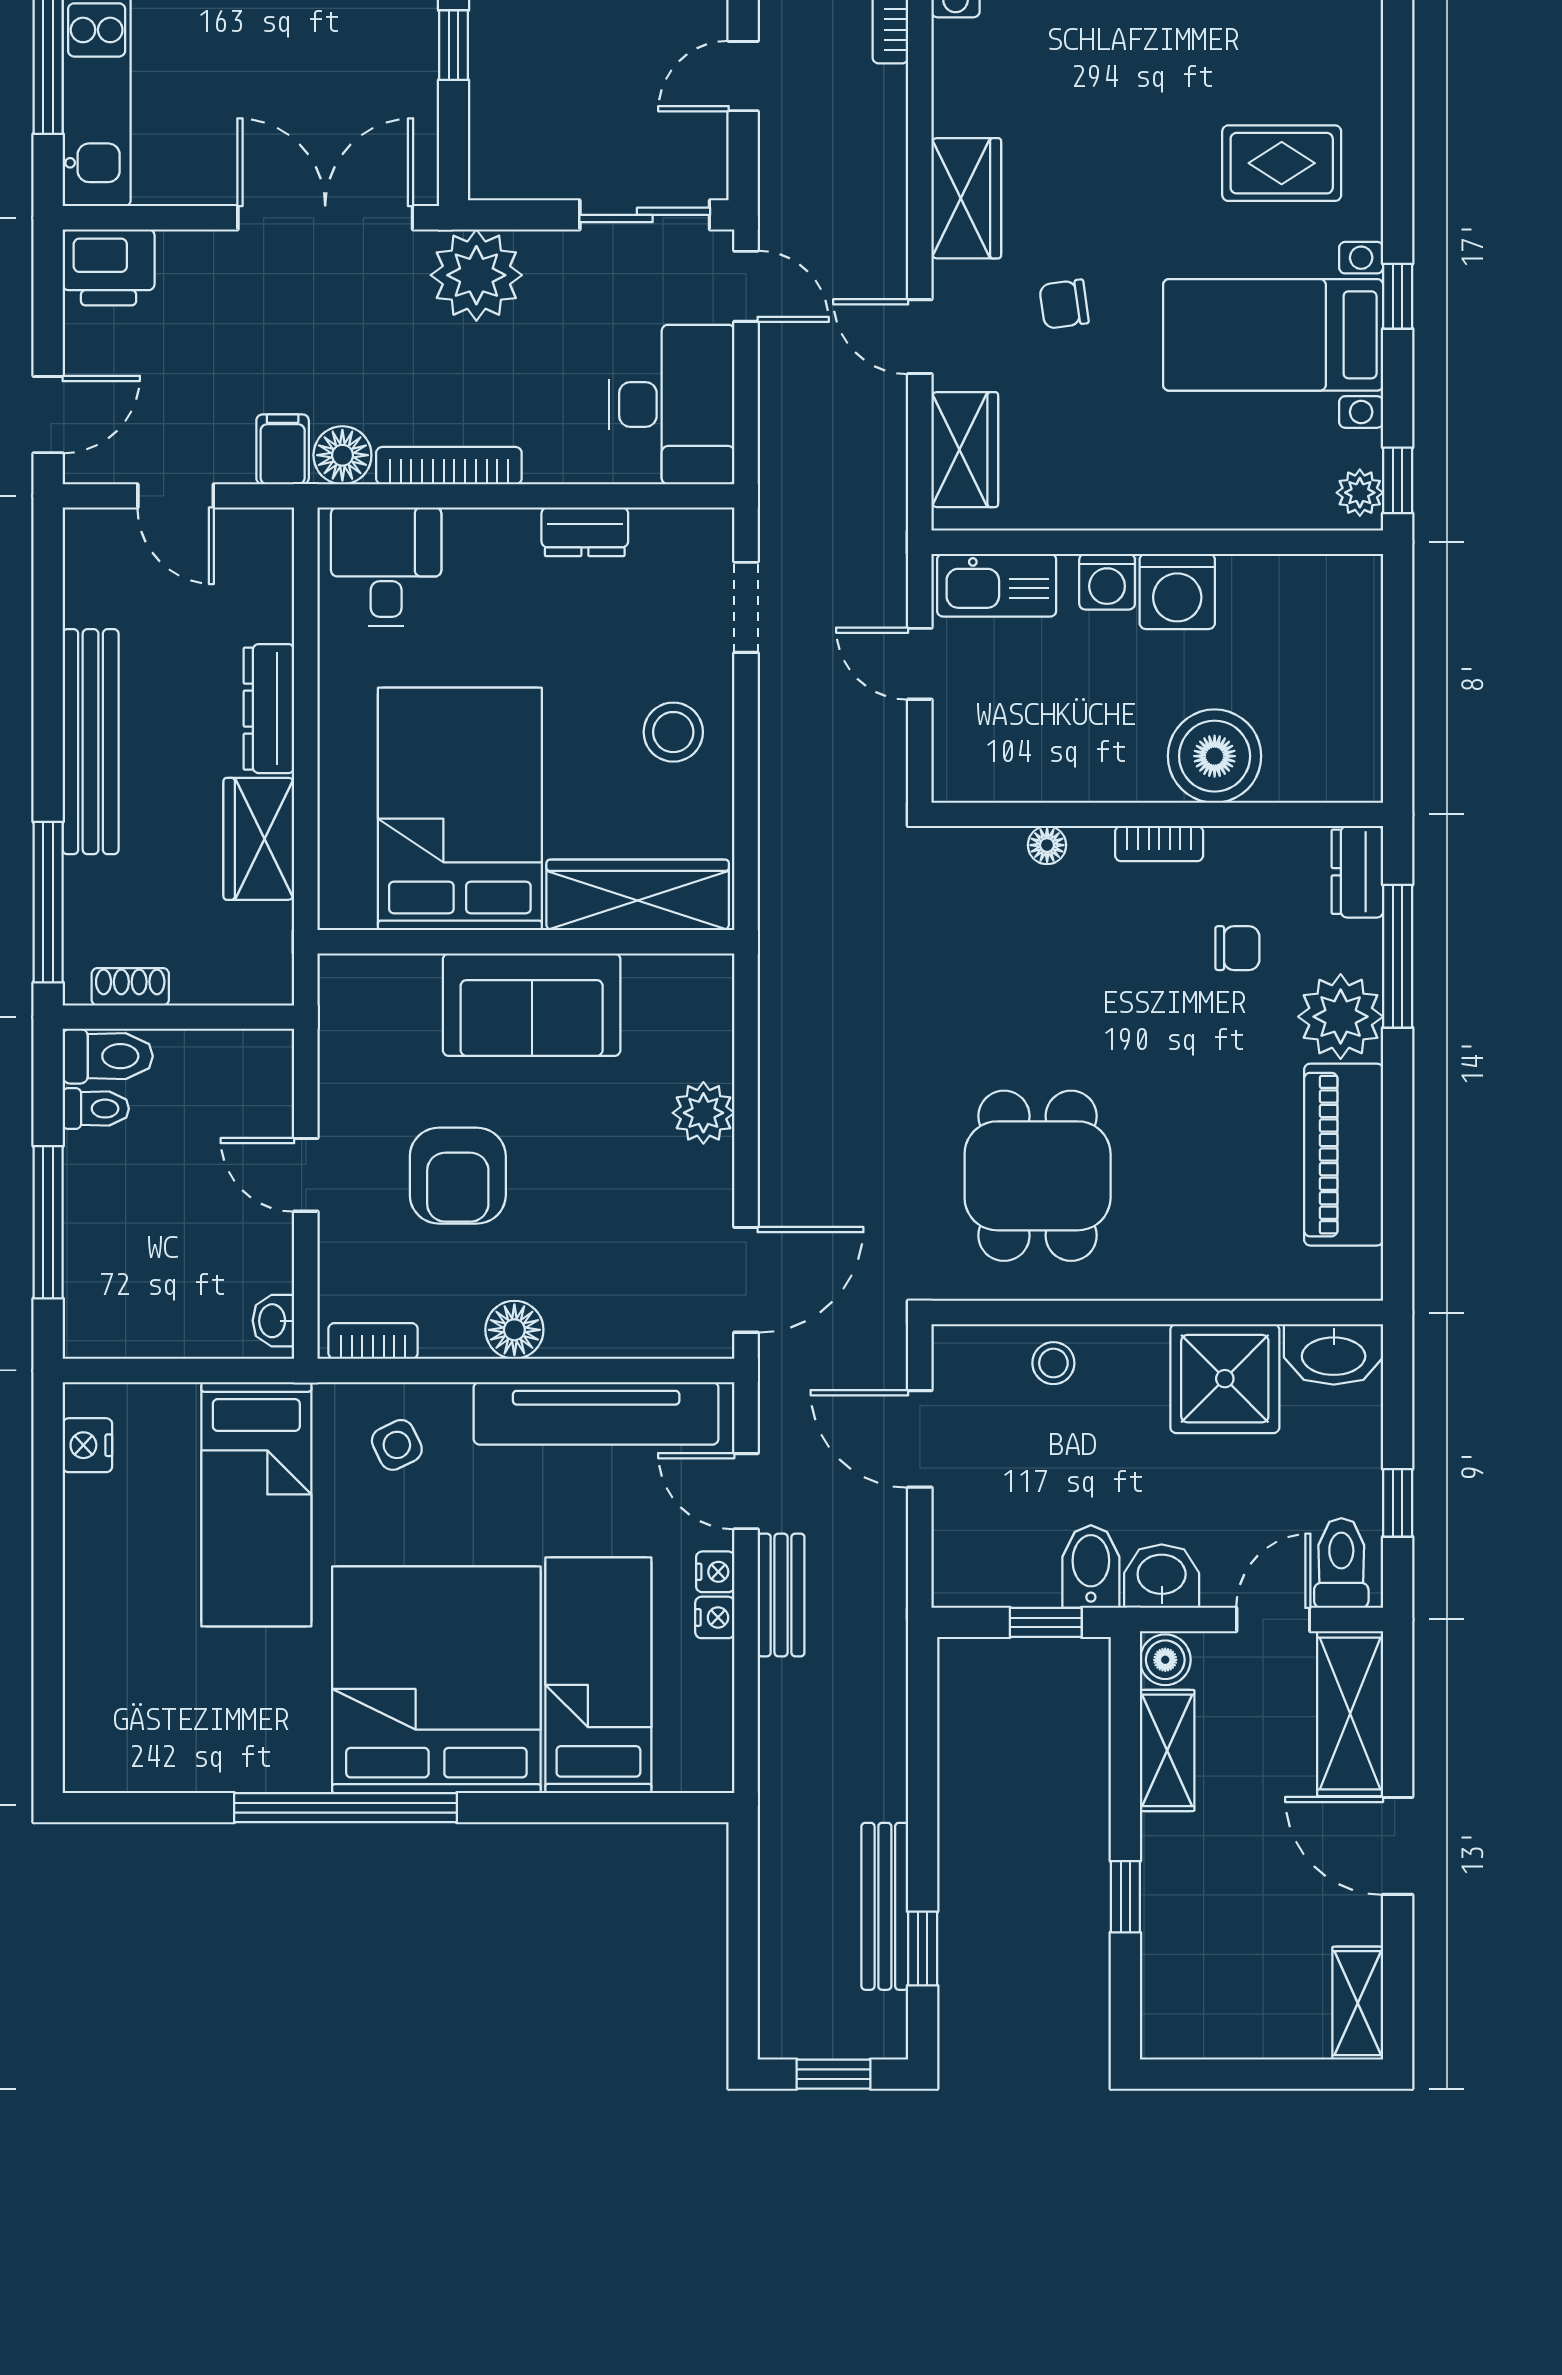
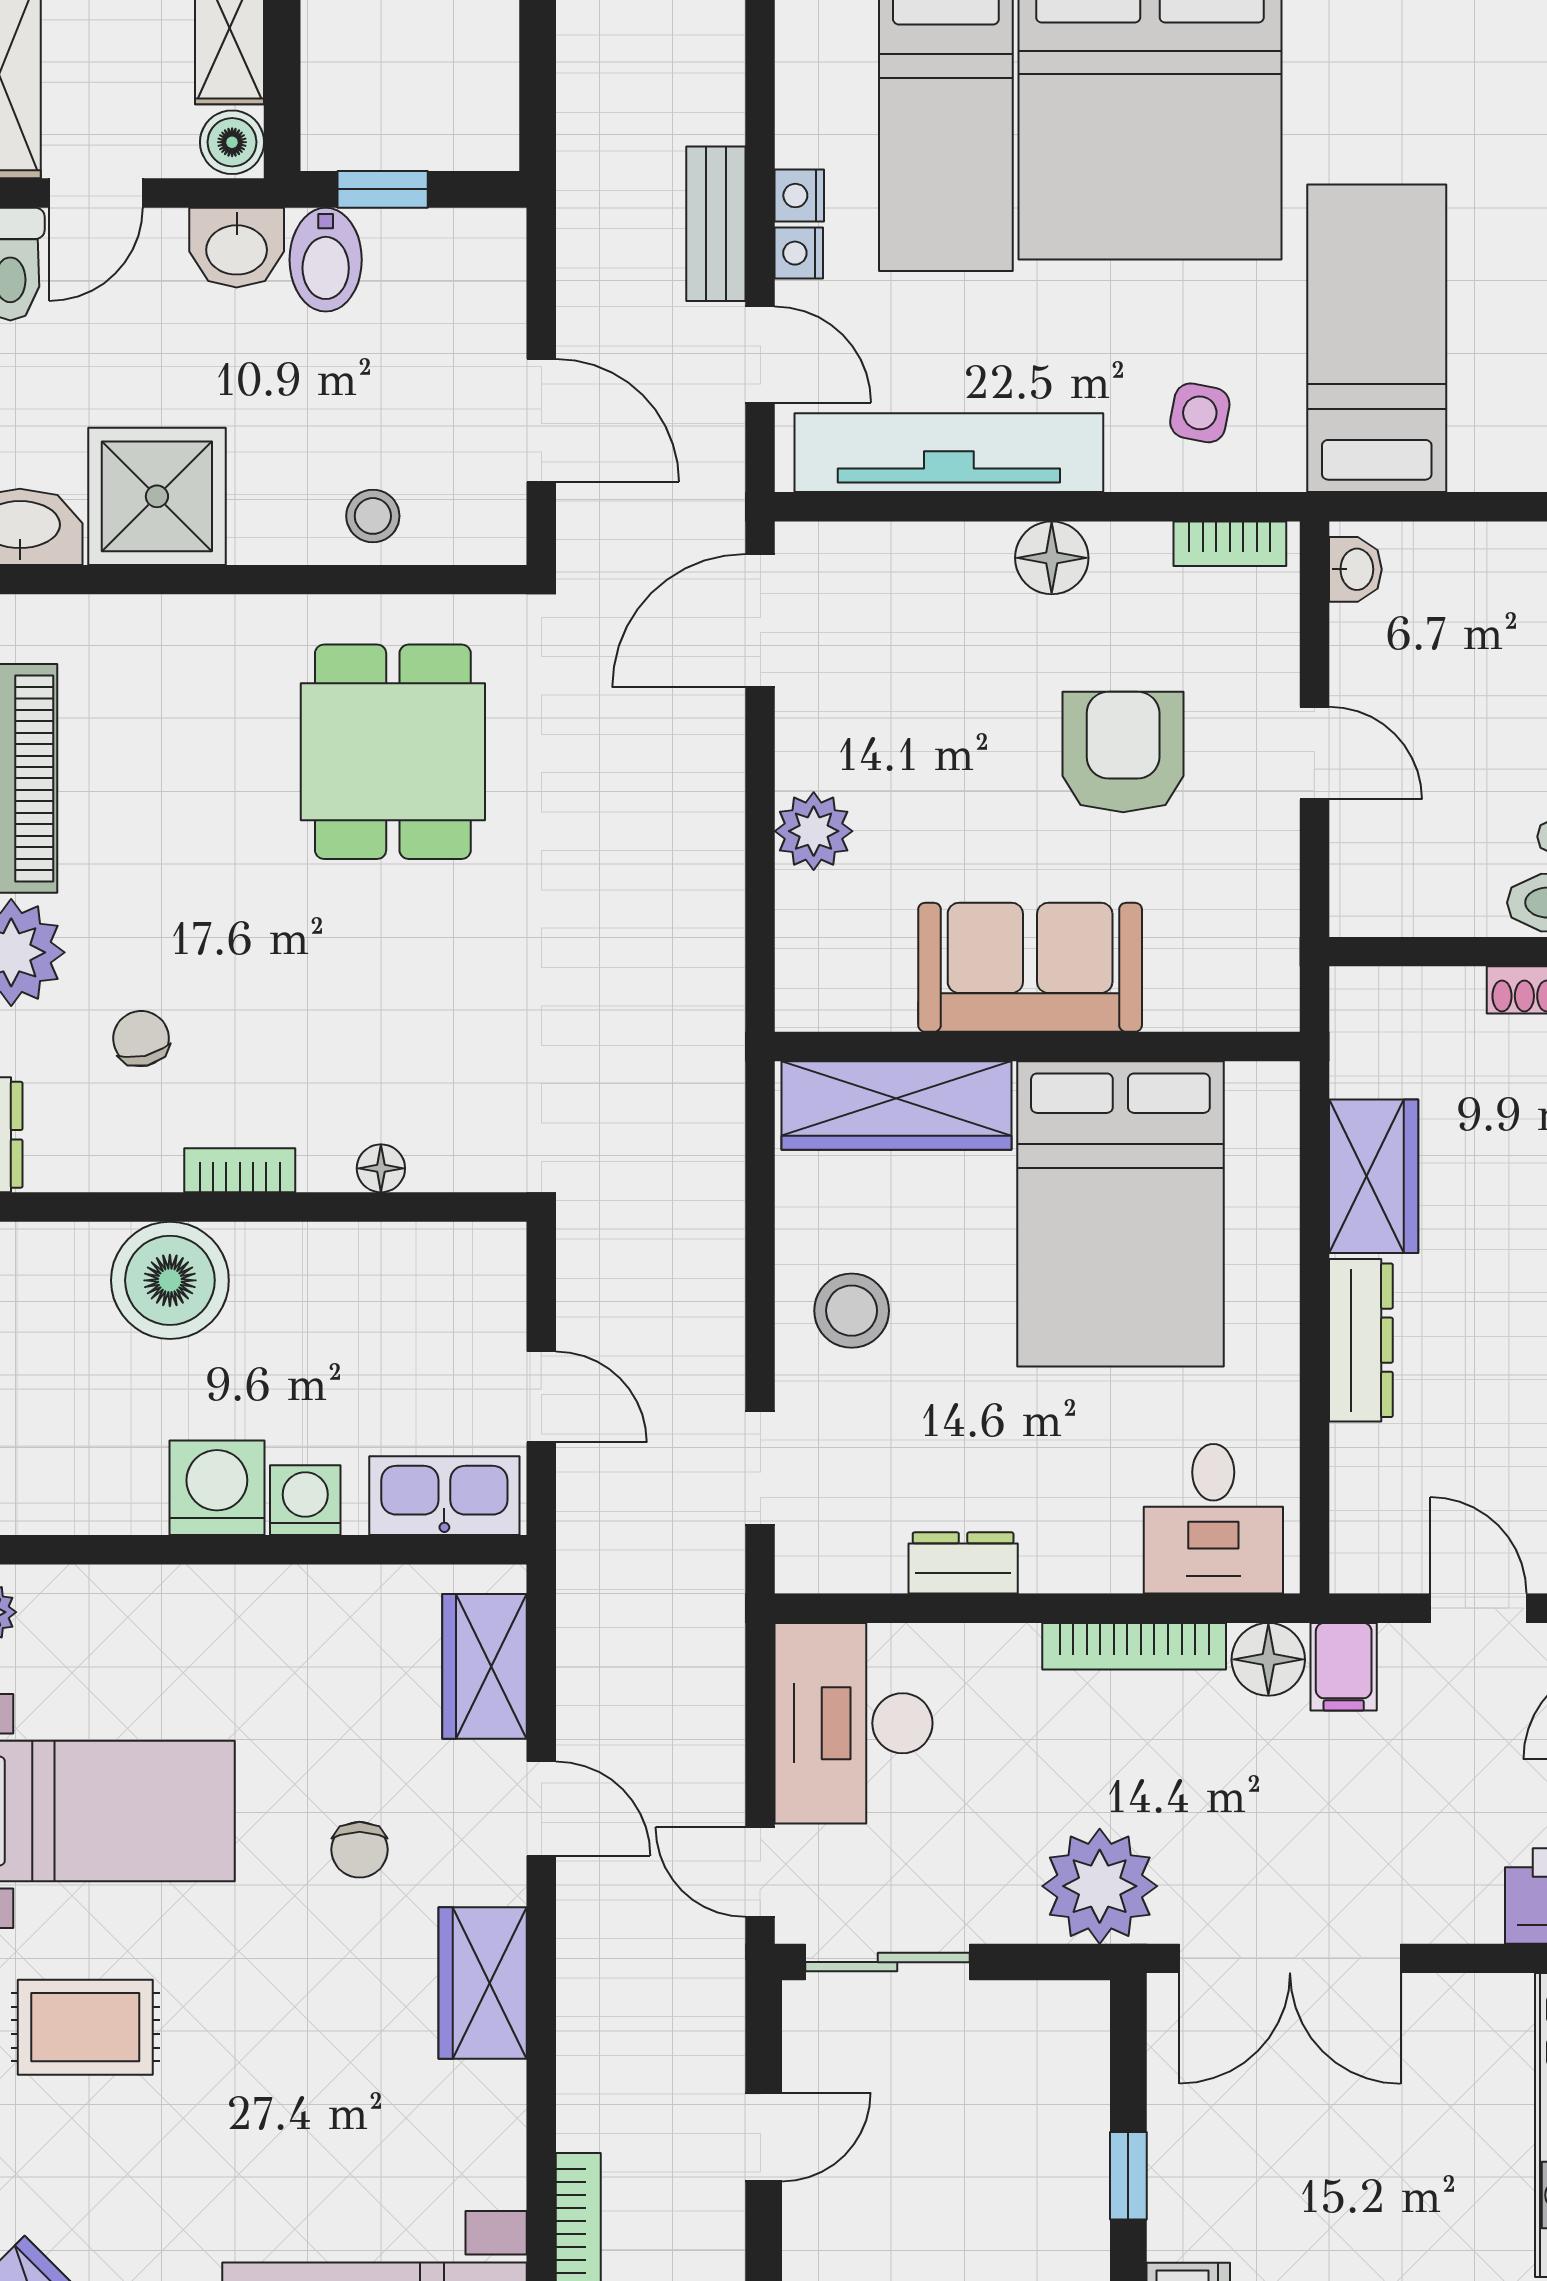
chair: (1064, 304) -> (360, 1850), turned 98
chair: (1237, 948) -> (141, 1039), turned 77
side table: (397, 1445) -> (1200, 413), turned 37

